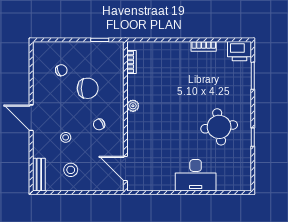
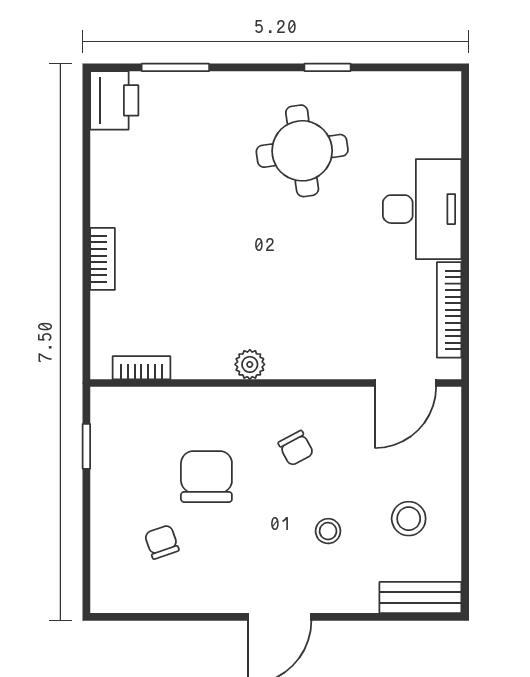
bookcase: (204, 46) -> (103, 259), moved
bookcase: (155, 186) -> (449, 310), added

